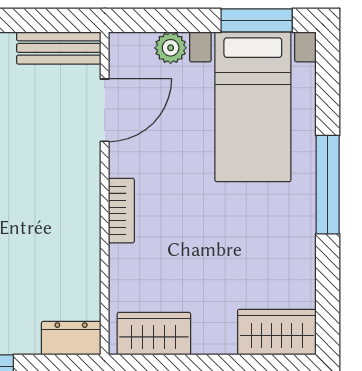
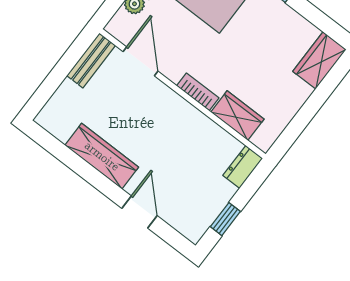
wardrobe: (154, 334) -> (237, 116), moved, turned 90

